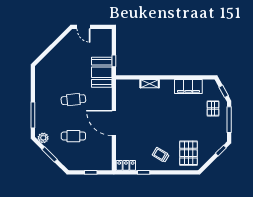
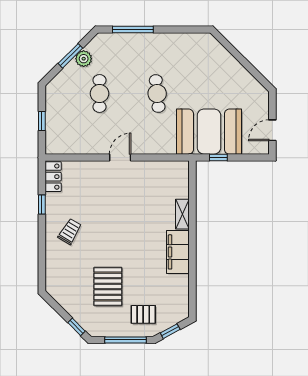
door: (84, 27) -> (272, 130), moved
booth: (102, 72) -> (209, 132), width x1.36, depth x1.42
filing cabinet: (188, 86) -> (178, 252), moved
door: (114, 123) -> (120, 158), width x0.53
plant: (43, 138) -> (84, 59), moved
pallet: (188, 153) -> (108, 287), moved, turned 90

